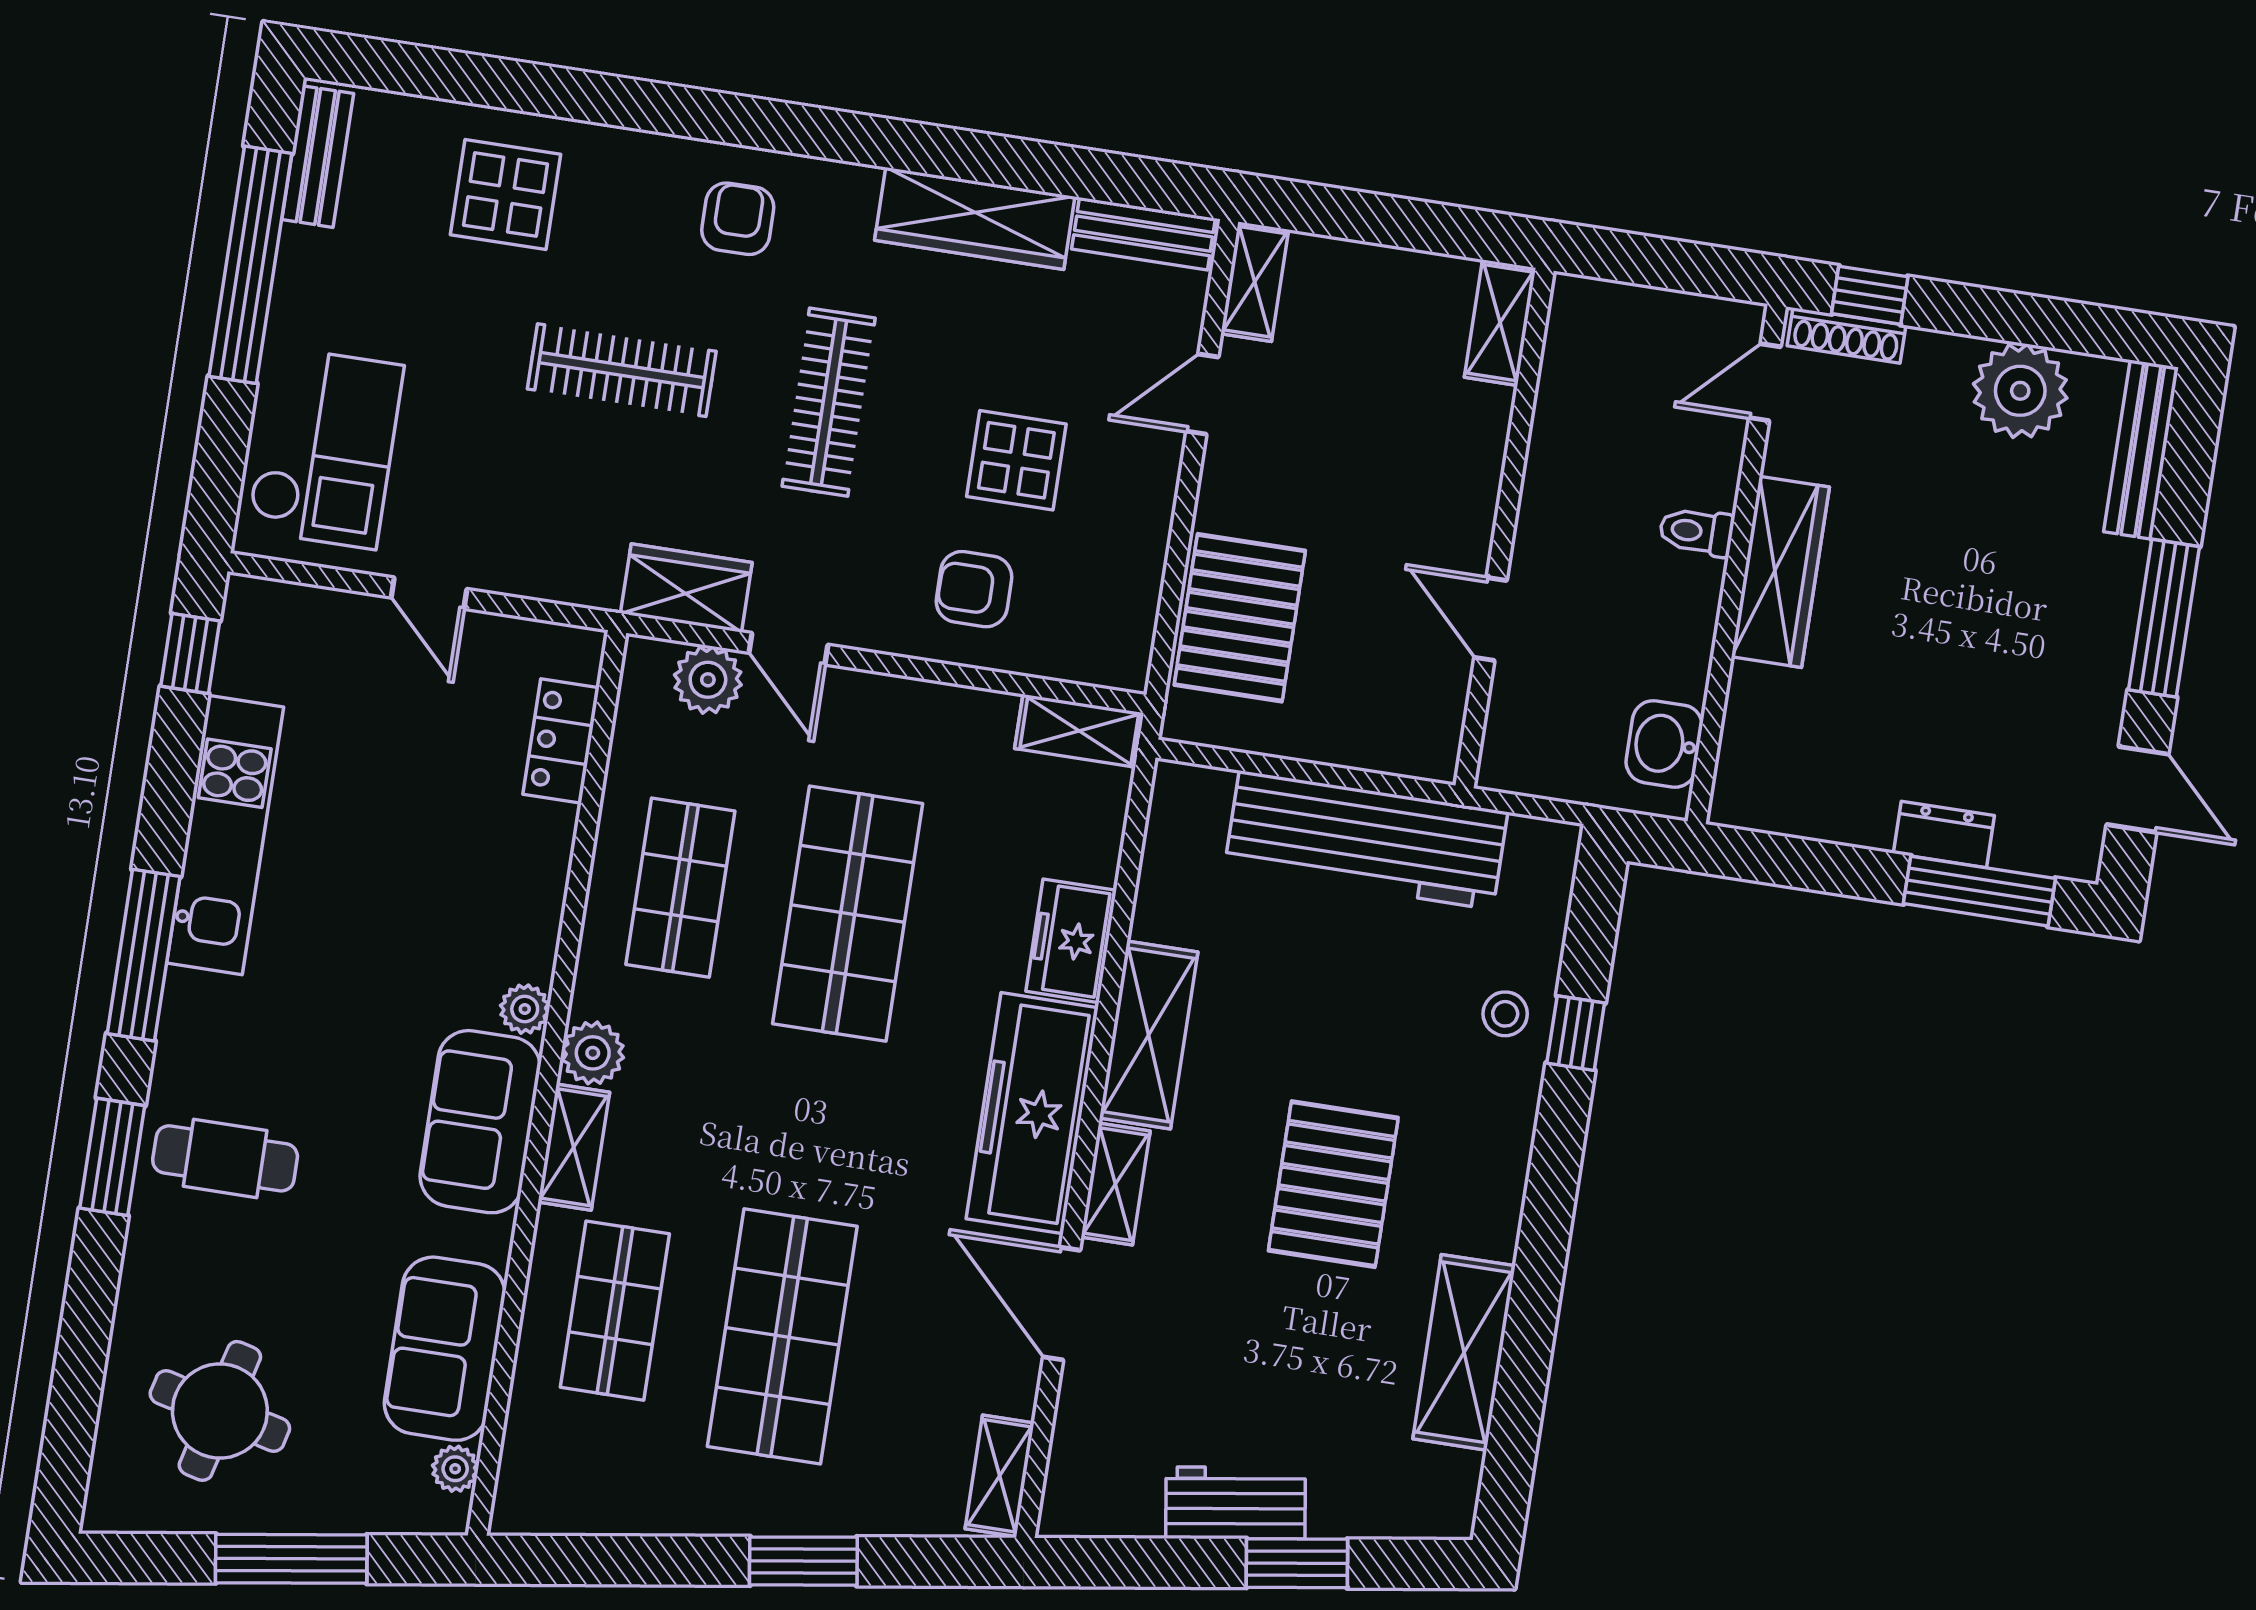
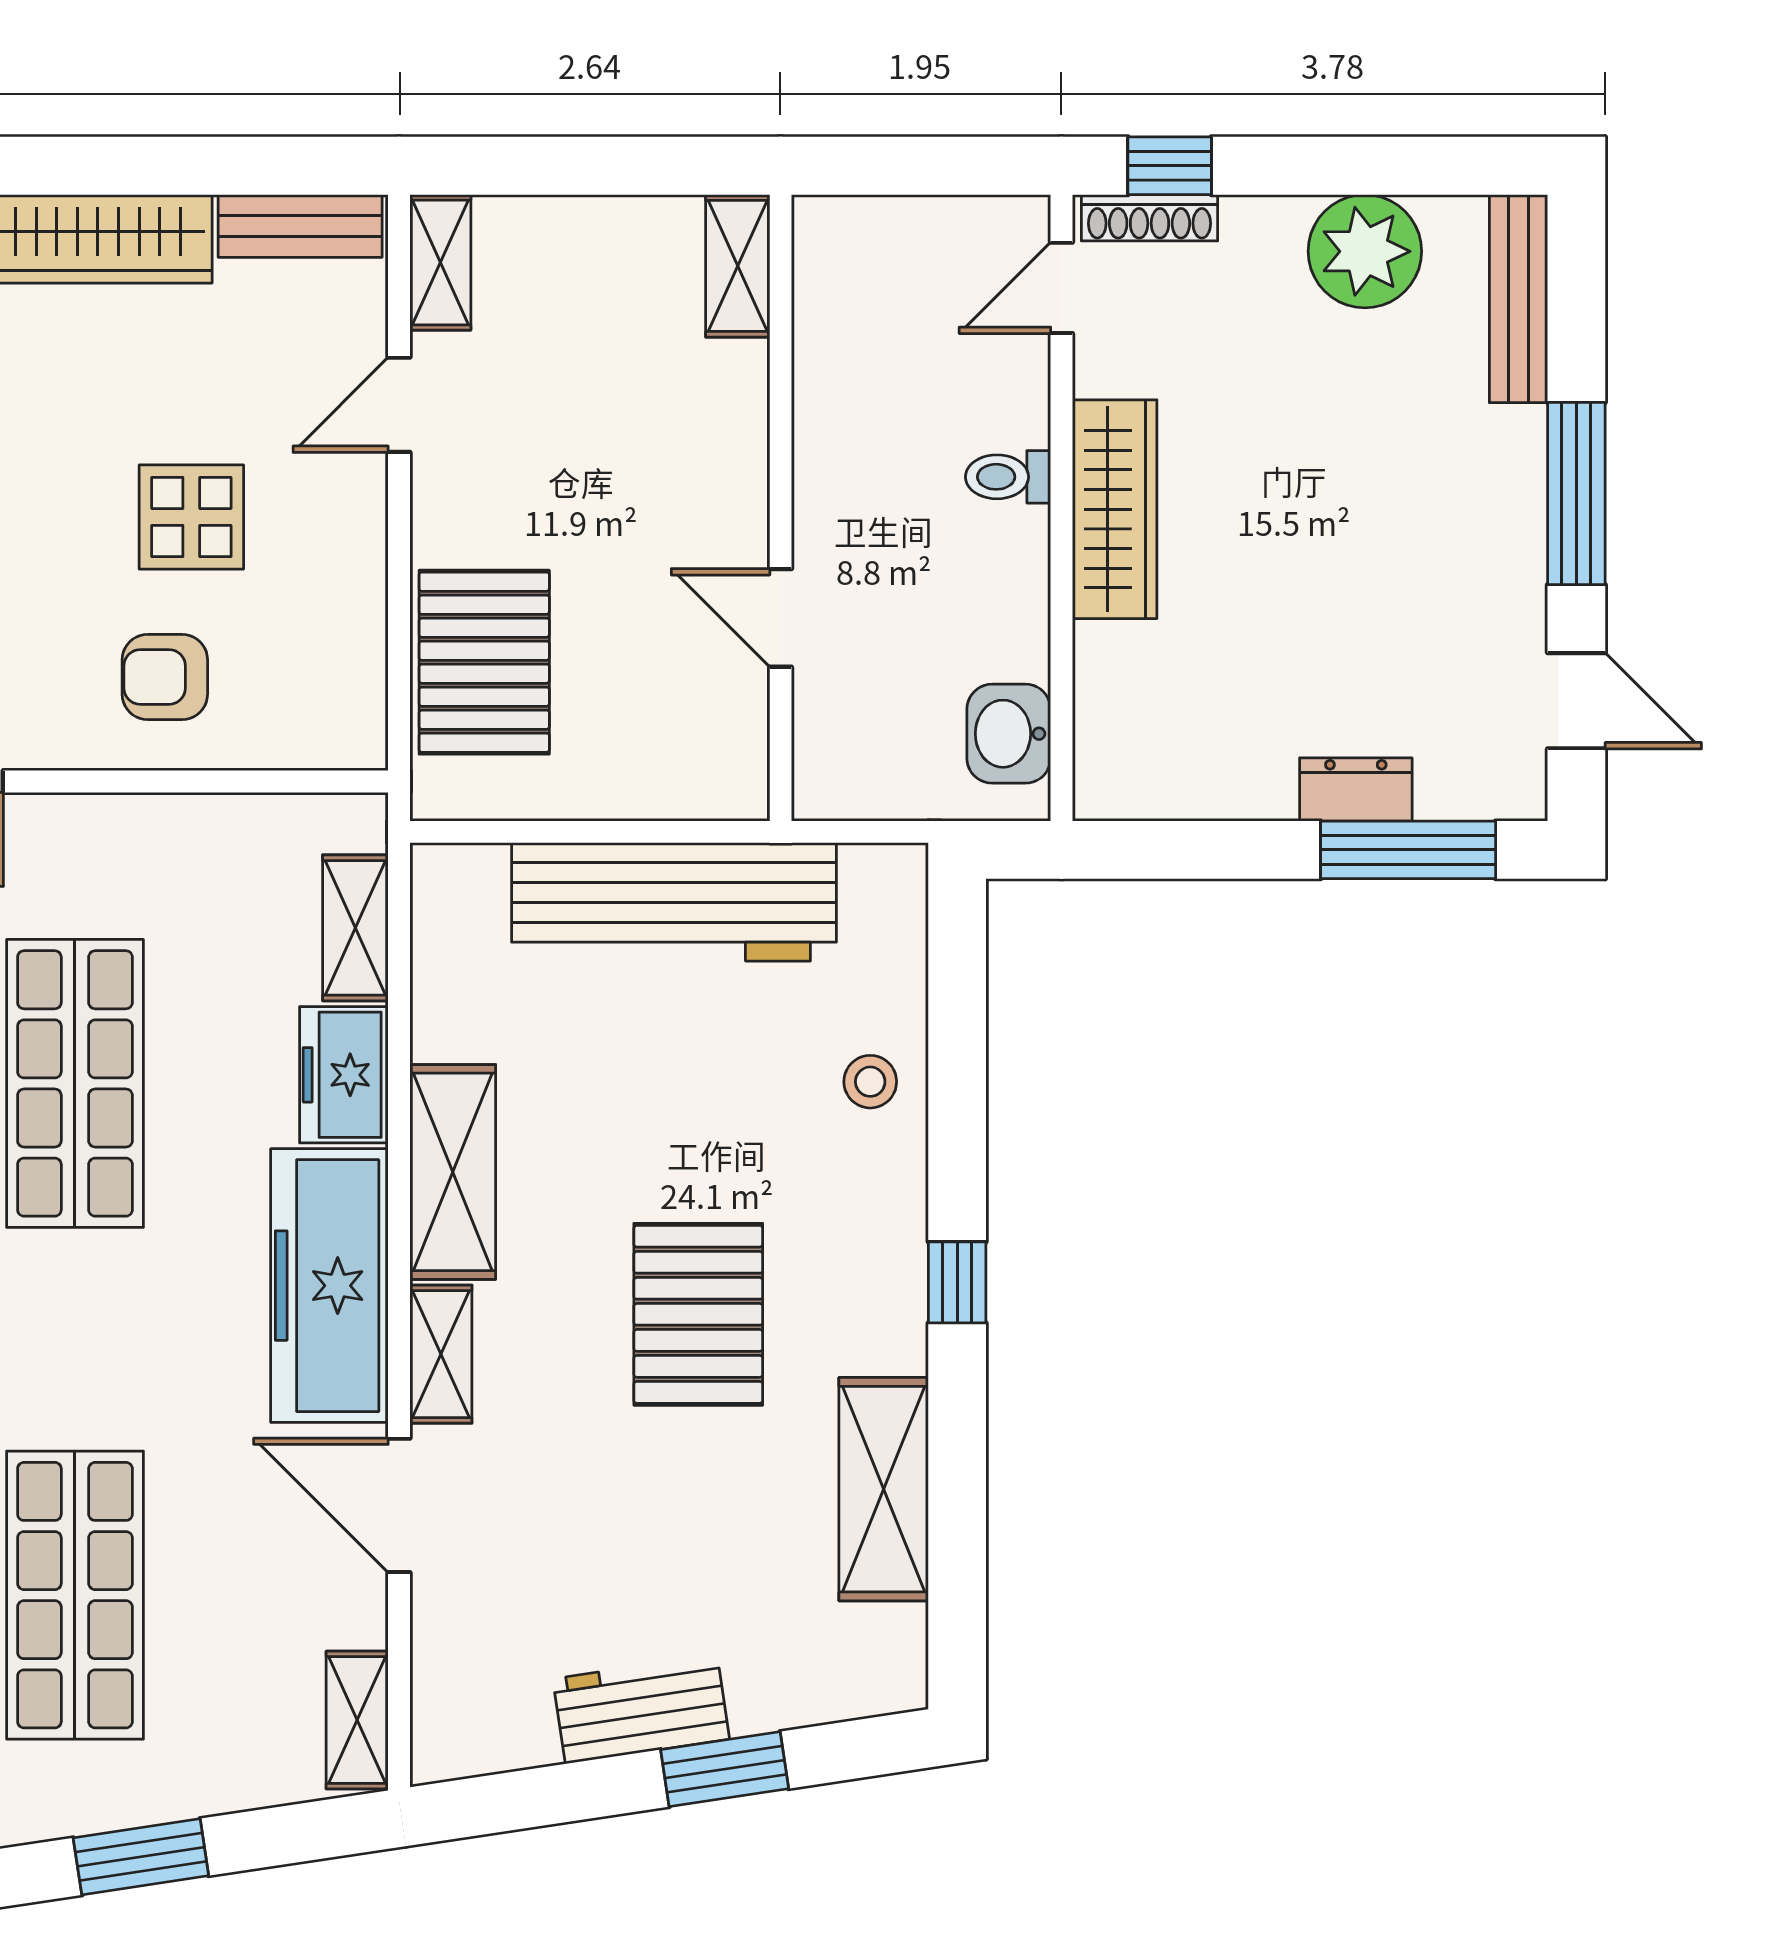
shelving: (1079, 731) -> (355, 928), moved, turned 90
window: (1576, 1033) -> (957, 1282), moved

